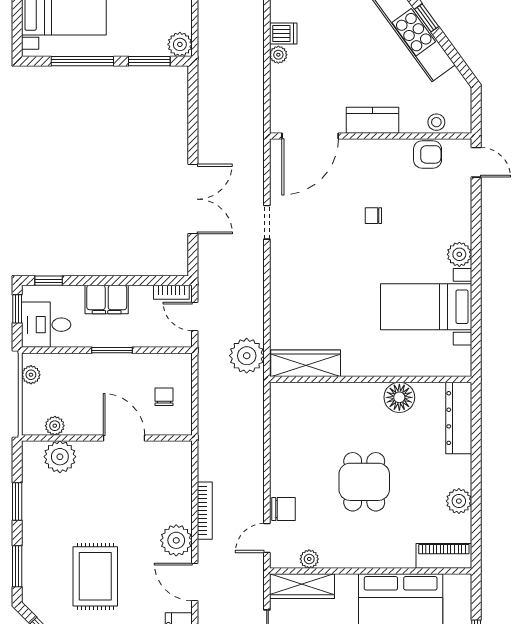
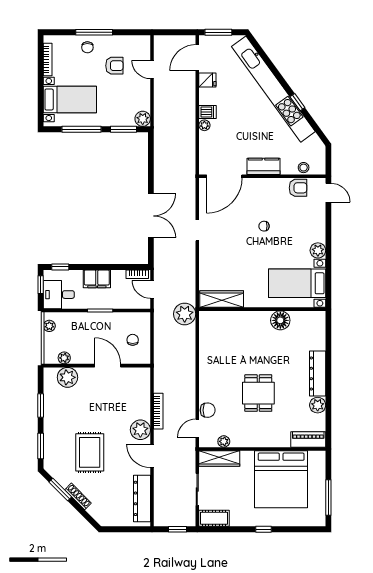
wardrobe: (306, 363) -> (222, 299), moved
wall: (371, 379) -> (262, 309), moved
floor lamp: (399, 397) -> (280, 320), moved
dresser: (459, 418) -> (318, 373), moved

